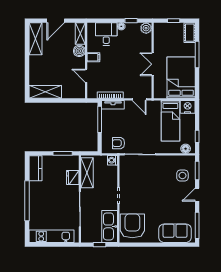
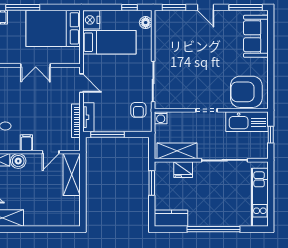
shelving: (45, 92) -> (72, 175), moved
door: (139, 99) -> (81, 83), hinge flipped
side table: (182, 176) -> (181, 27), removed

